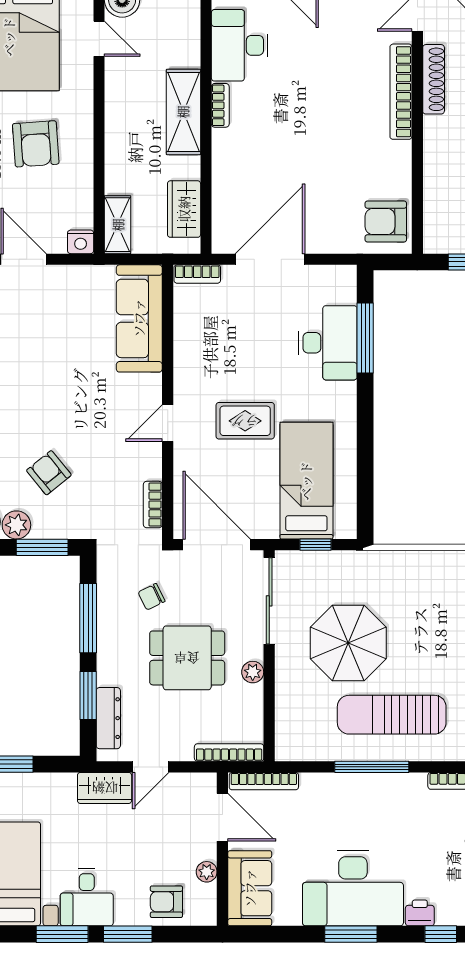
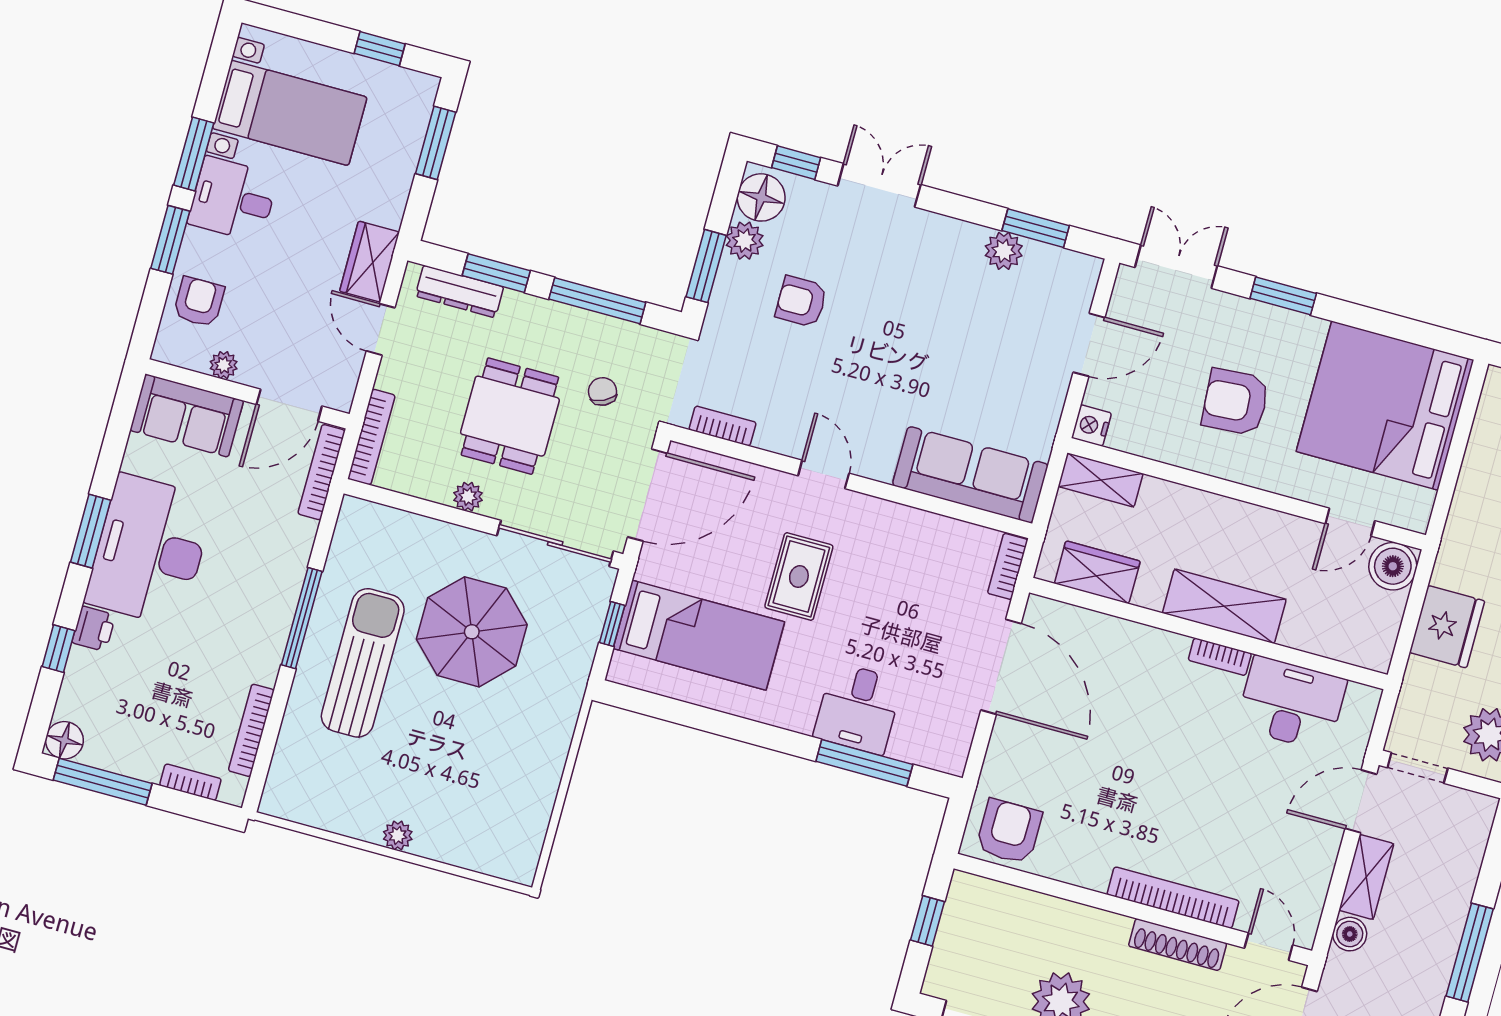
desk: (328, 343) -> (858, 708), width x0.73
armchair: (49, 473) -> (801, 302), turned -141

